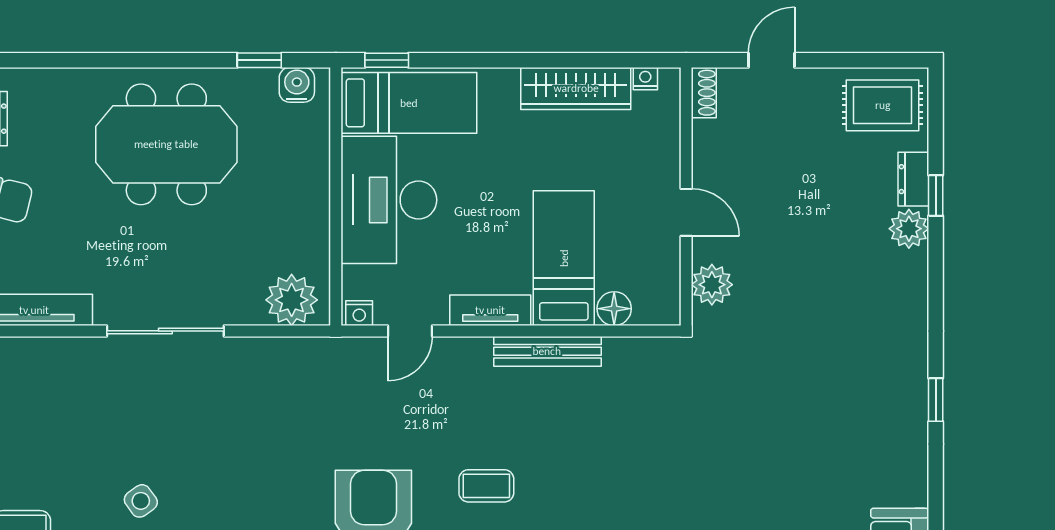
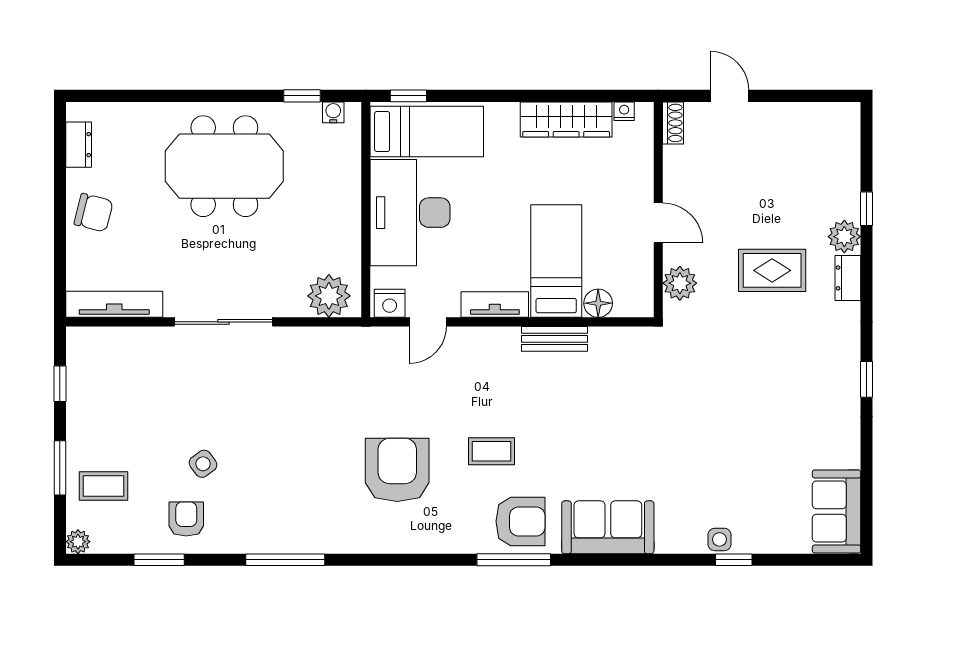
door: (771, 60) -> (730, 96), hinge flipped
water cooler: (297, 85) -> (333, 112), width x0.72, depth x0.72
rug: (883, 105) -> (772, 270), moved
dresser: (913, 179) -> (848, 278), moved
nightstand: (359, 313) -> (390, 303), width x1.39, depth x1.35
bench: (547, 351) -> (554, 339), width x0.73

